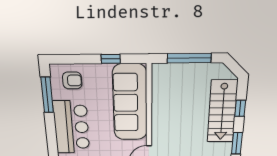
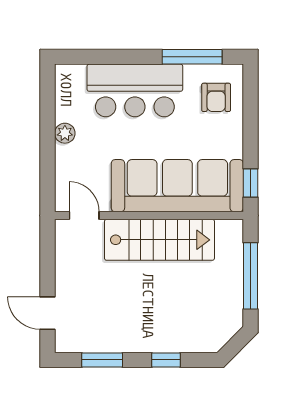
window: (111, 59) -> (251, 183), moved
stairs: (222, 112) -> (159, 240), moved, turned 180

